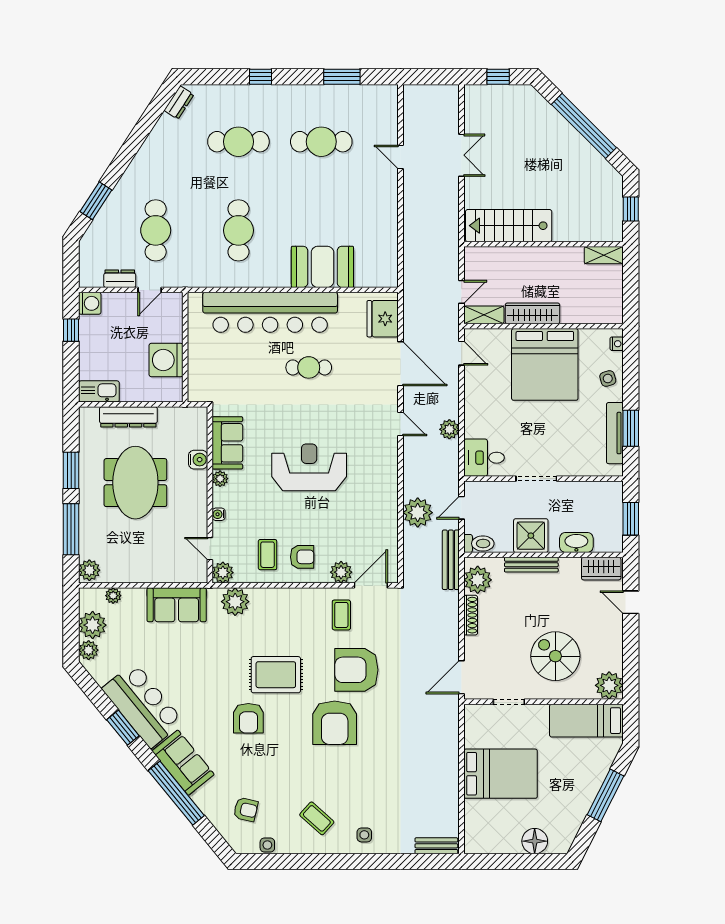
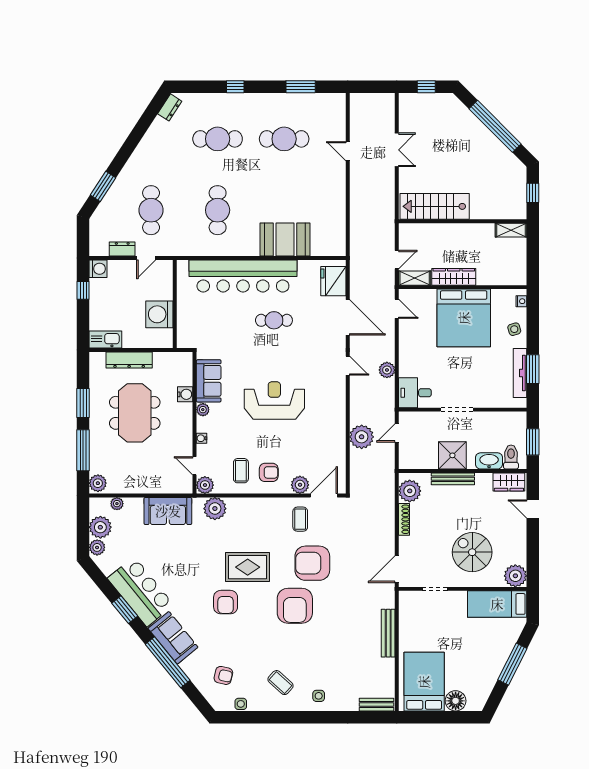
toilet: (479, 544) -> (511, 457), moved, turned -90
bench: (451, 560) -> (388, 633), moved
bed: (501, 774) -> (424, 682), moved, turned -90

